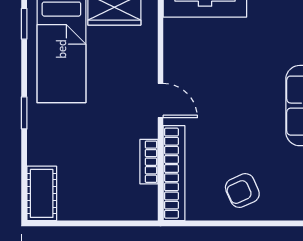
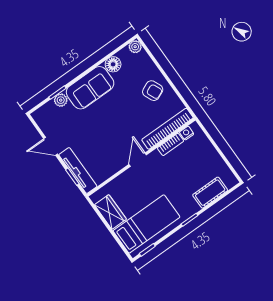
cot: (42, 193) -> (210, 193), moved
nightstand: (149, 196) -> (187, 133), added

